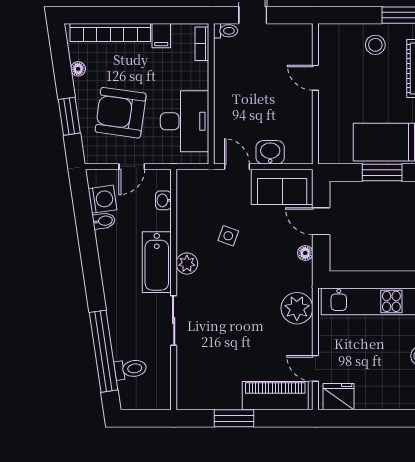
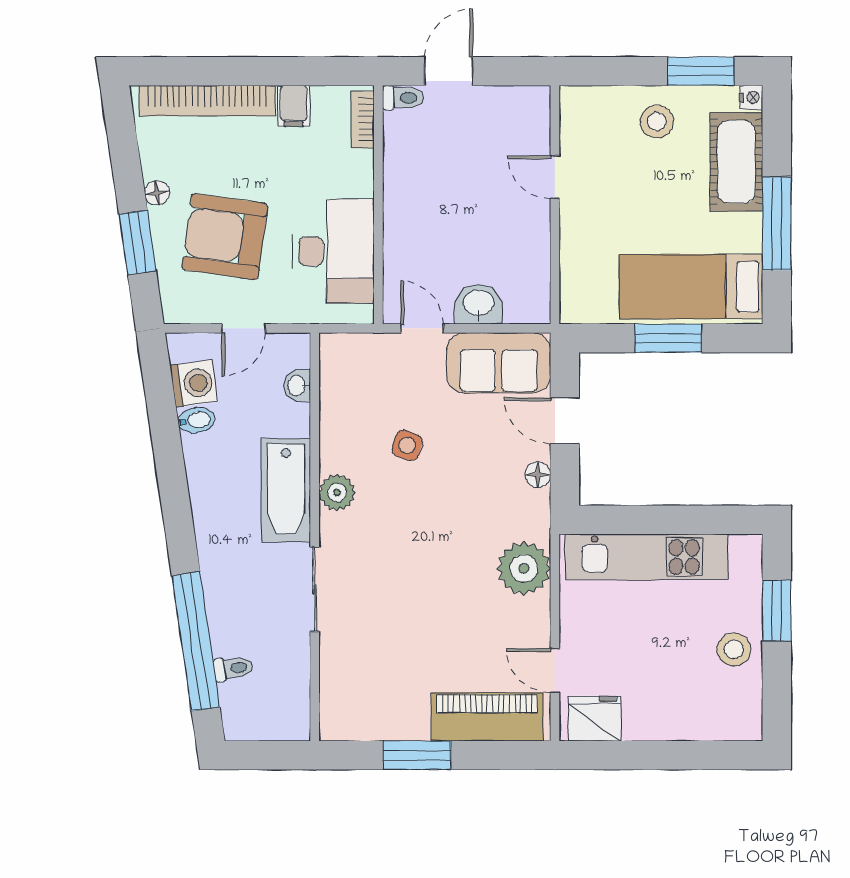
floor lamp: (78, 69) -> (157, 193), moved
toilet: (130, 369) -> (233, 668), width x0.73, depth x0.72

